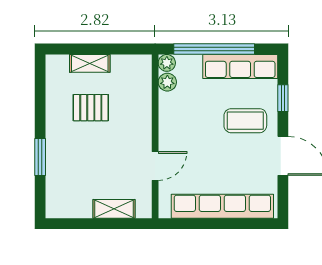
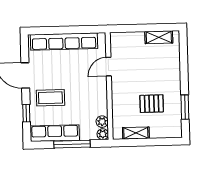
window: (214, 49) -> (72, 144), width x0.68
shelving: (90, 63) -> (136, 133), moved
window: (40, 157) -> (185, 107), moved
shelving: (114, 209) -> (159, 37), moved

